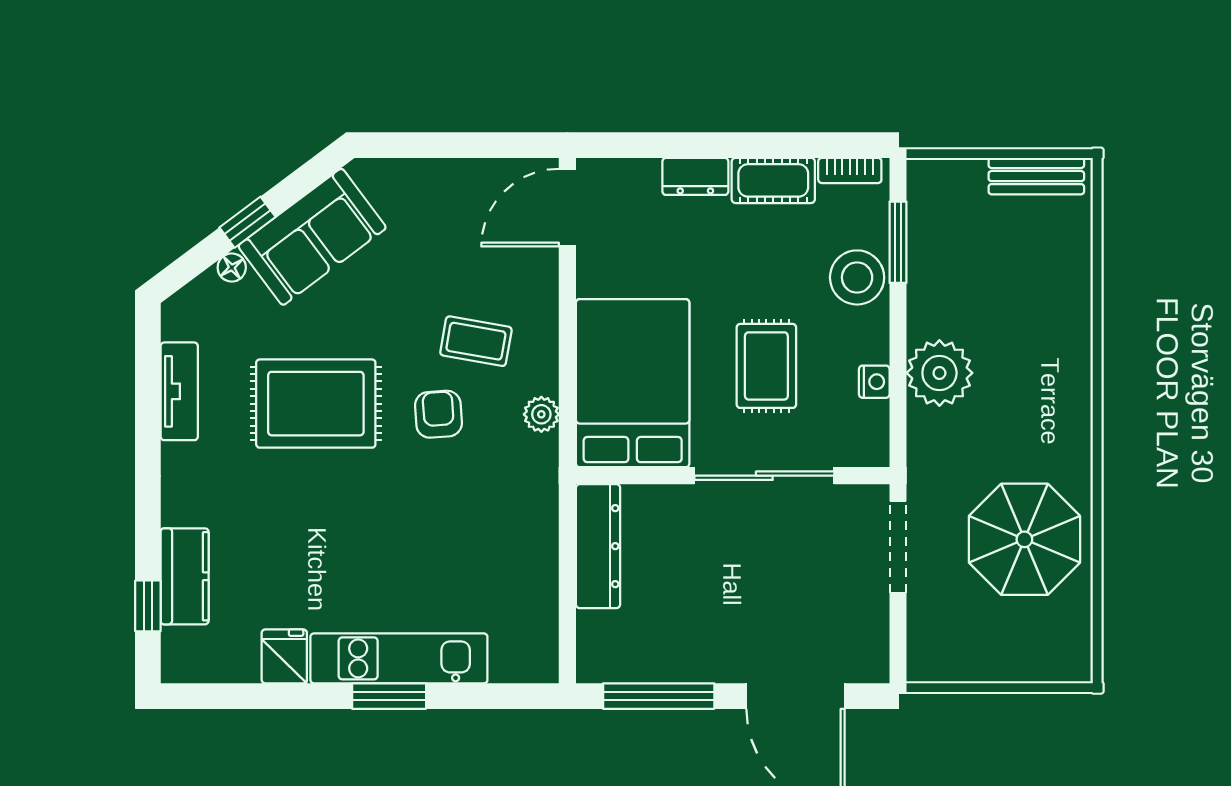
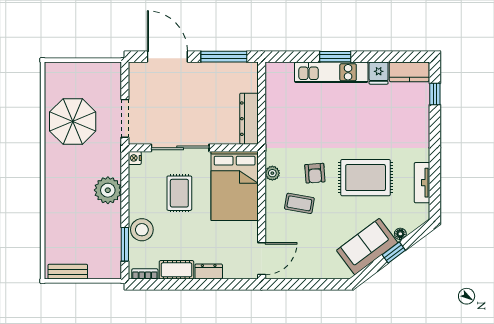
nightstand: (874, 382) -> (135, 158), moved
kitchen counter: (185, 576) -> (409, 72), moved, turned -90

